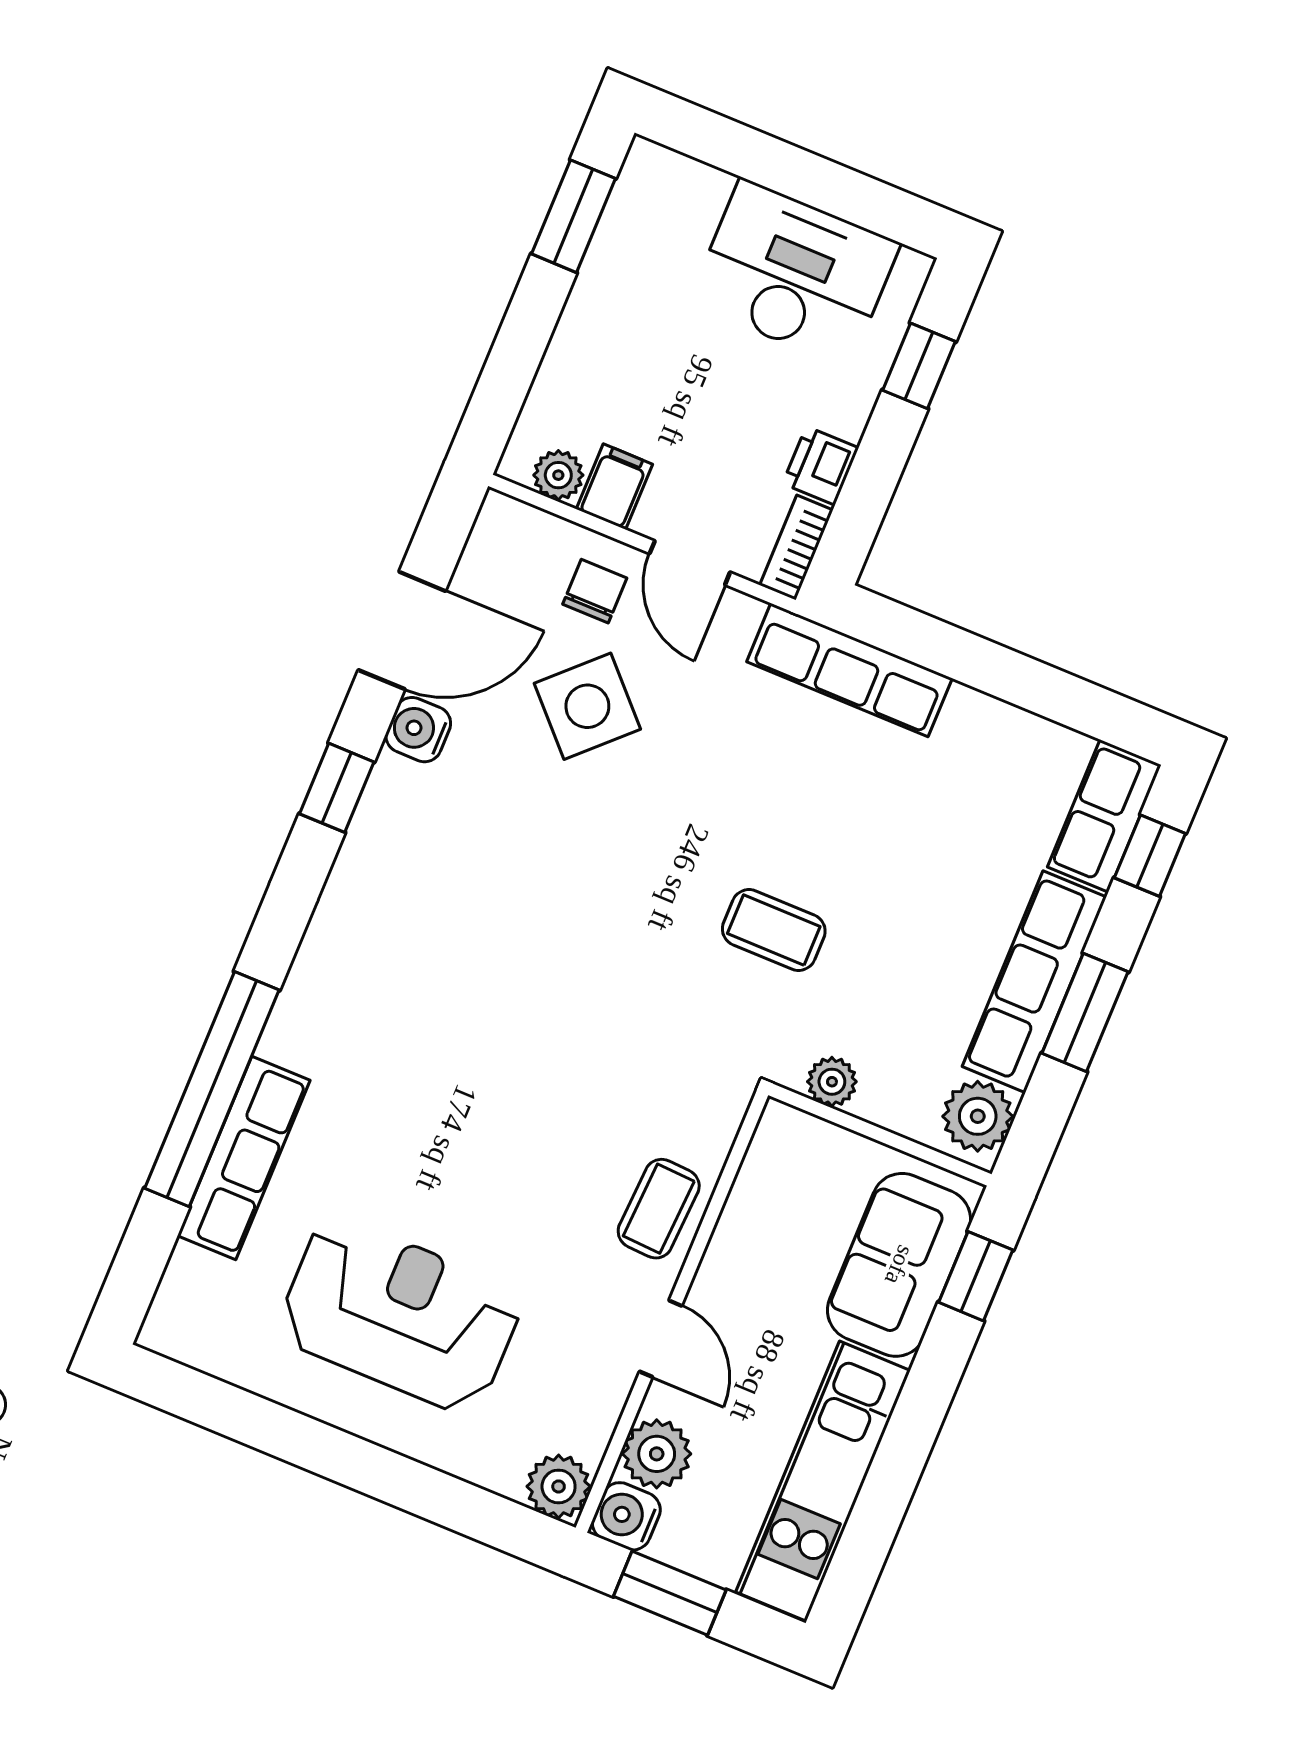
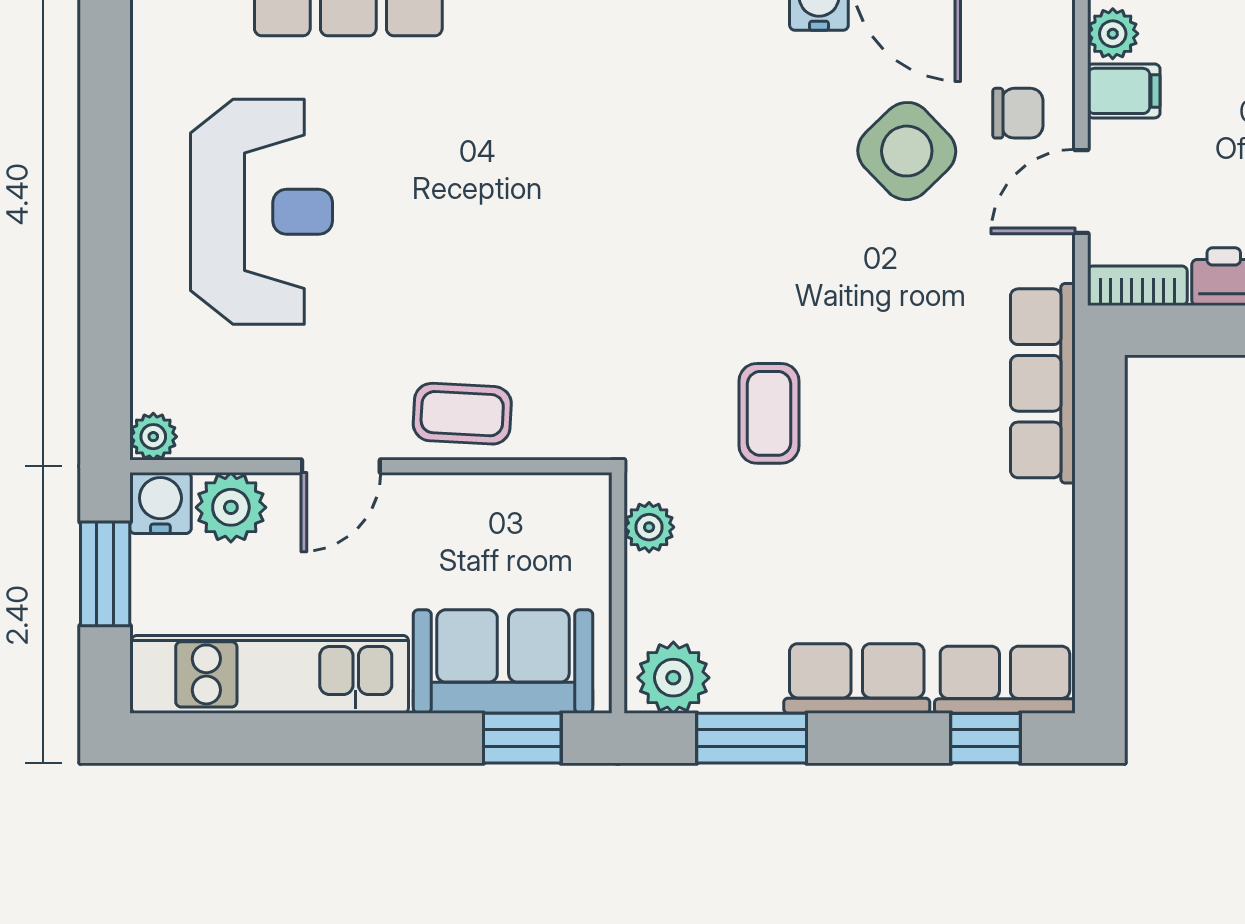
row of seats: (1034, 982) -> (857, 678), width x0.68
window: (1085, 1013) -> (752, 738), moved
plant: (559, 1486) -> (153, 437), width x0.73, depth x0.73

